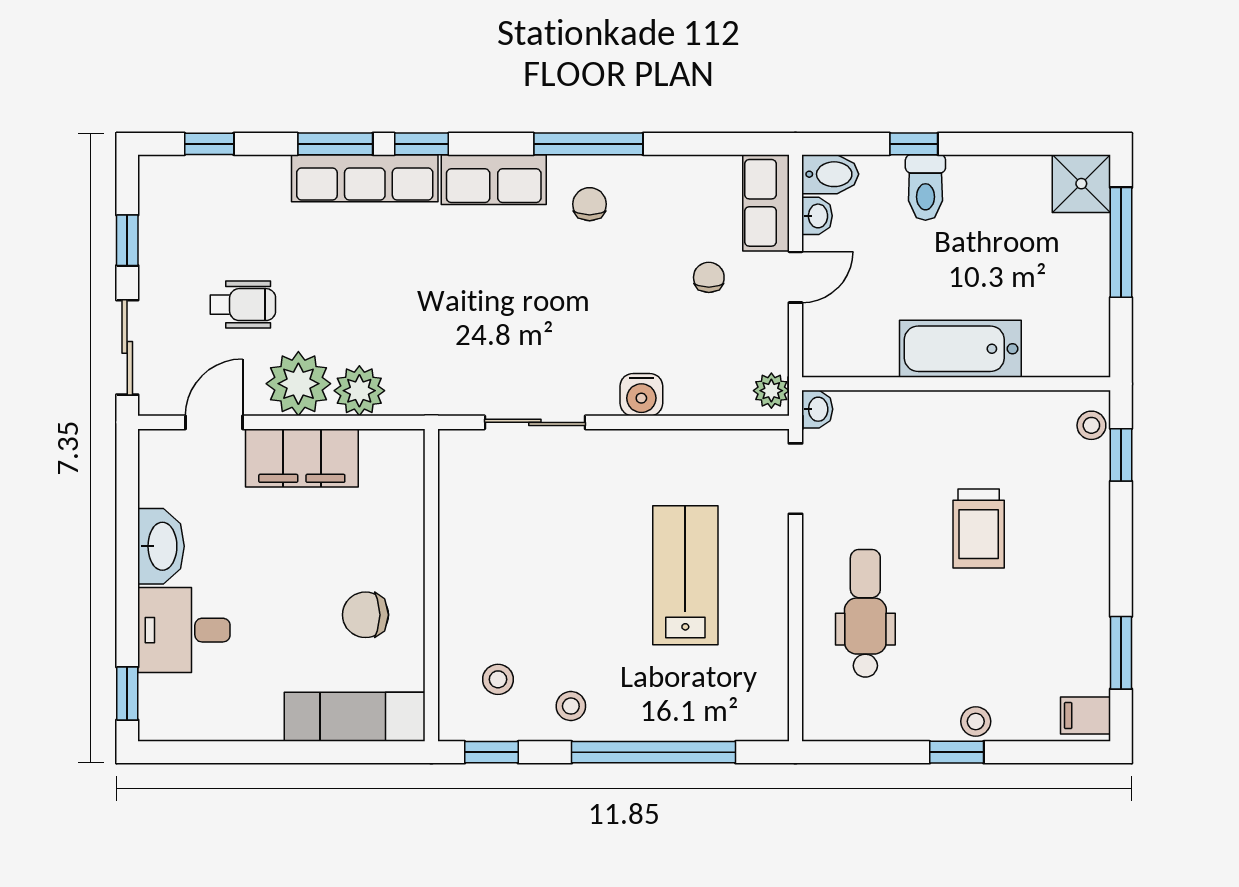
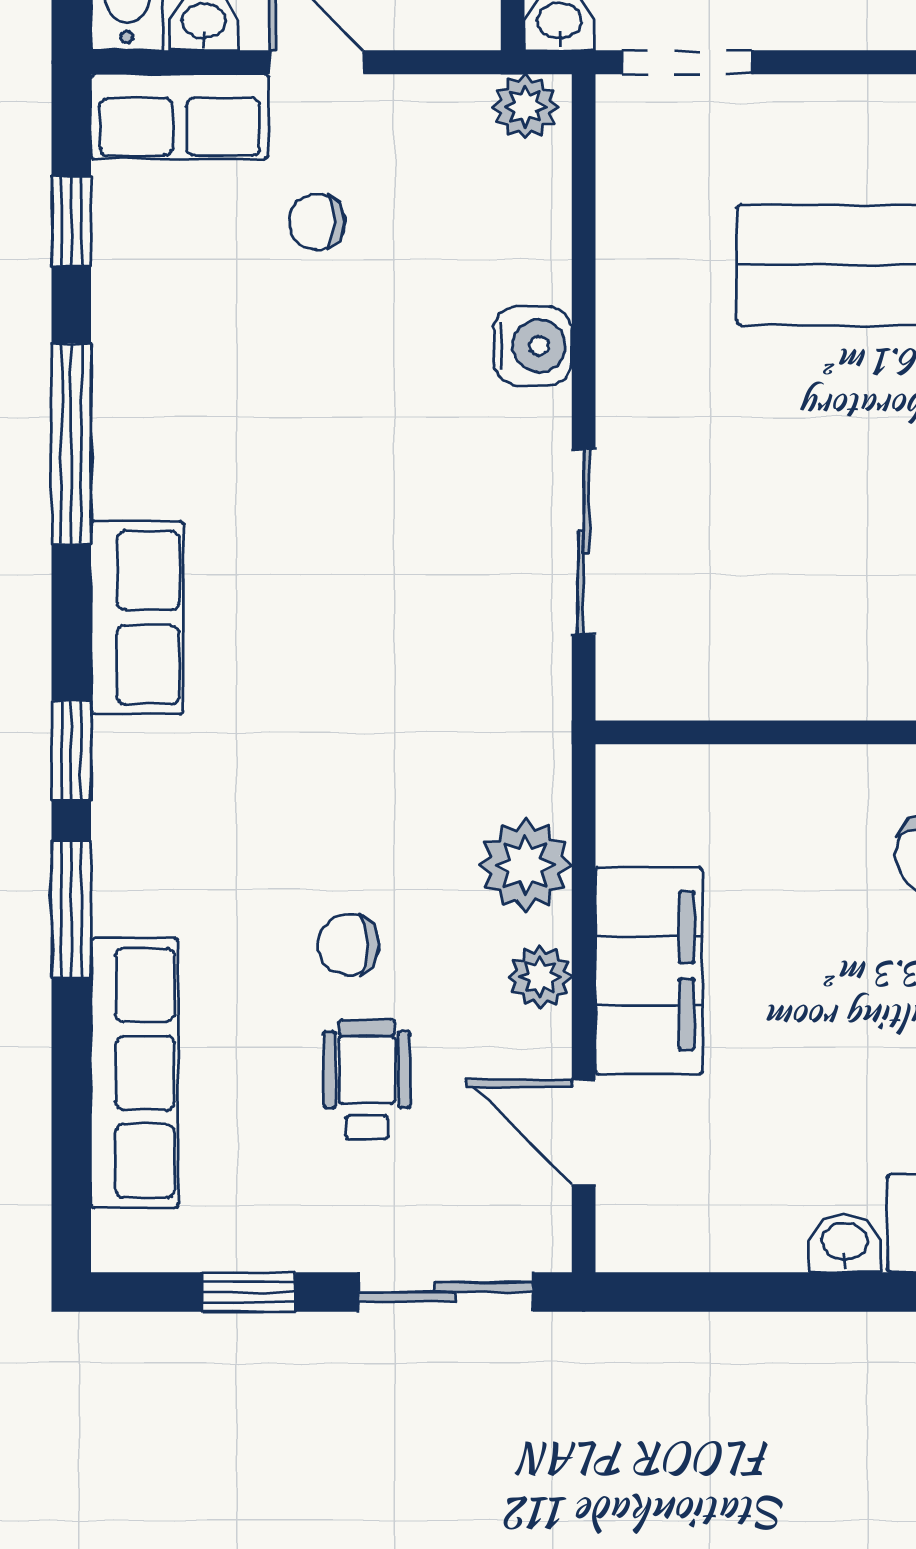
window: (209, 144) -> (71, 221), moved
row of seats: (365, 178) -> (134, 1073), moved
chair: (590, 204) -> (348, 945), moved
plant: (298, 384) -> (540, 977), width x0.53, depth x0.53
washbasin: (161, 546) -> (845, 1243), width x0.52, depth x0.69

